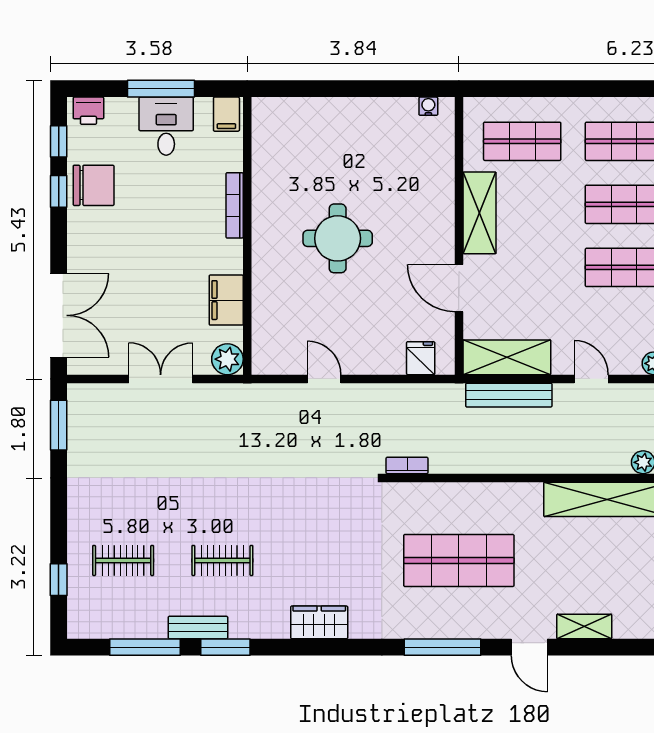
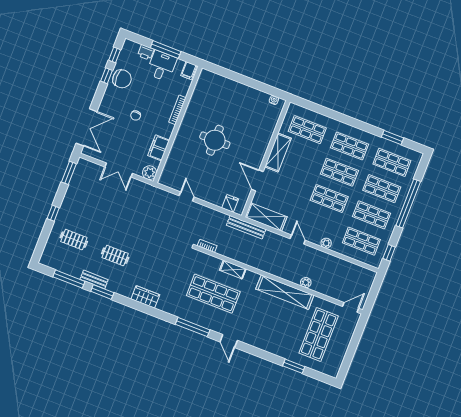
printer: (88, 111) -> (146, 52), moved
chair: (152, 251) -> (136, 115), added
double door: (161, 379) -> (119, 170), swing flipped
bench: (509, 395) -> (246, 227), moved
window: (59, 580) -> (53, 213), moved
shelving: (584, 626) -> (233, 270), moved

